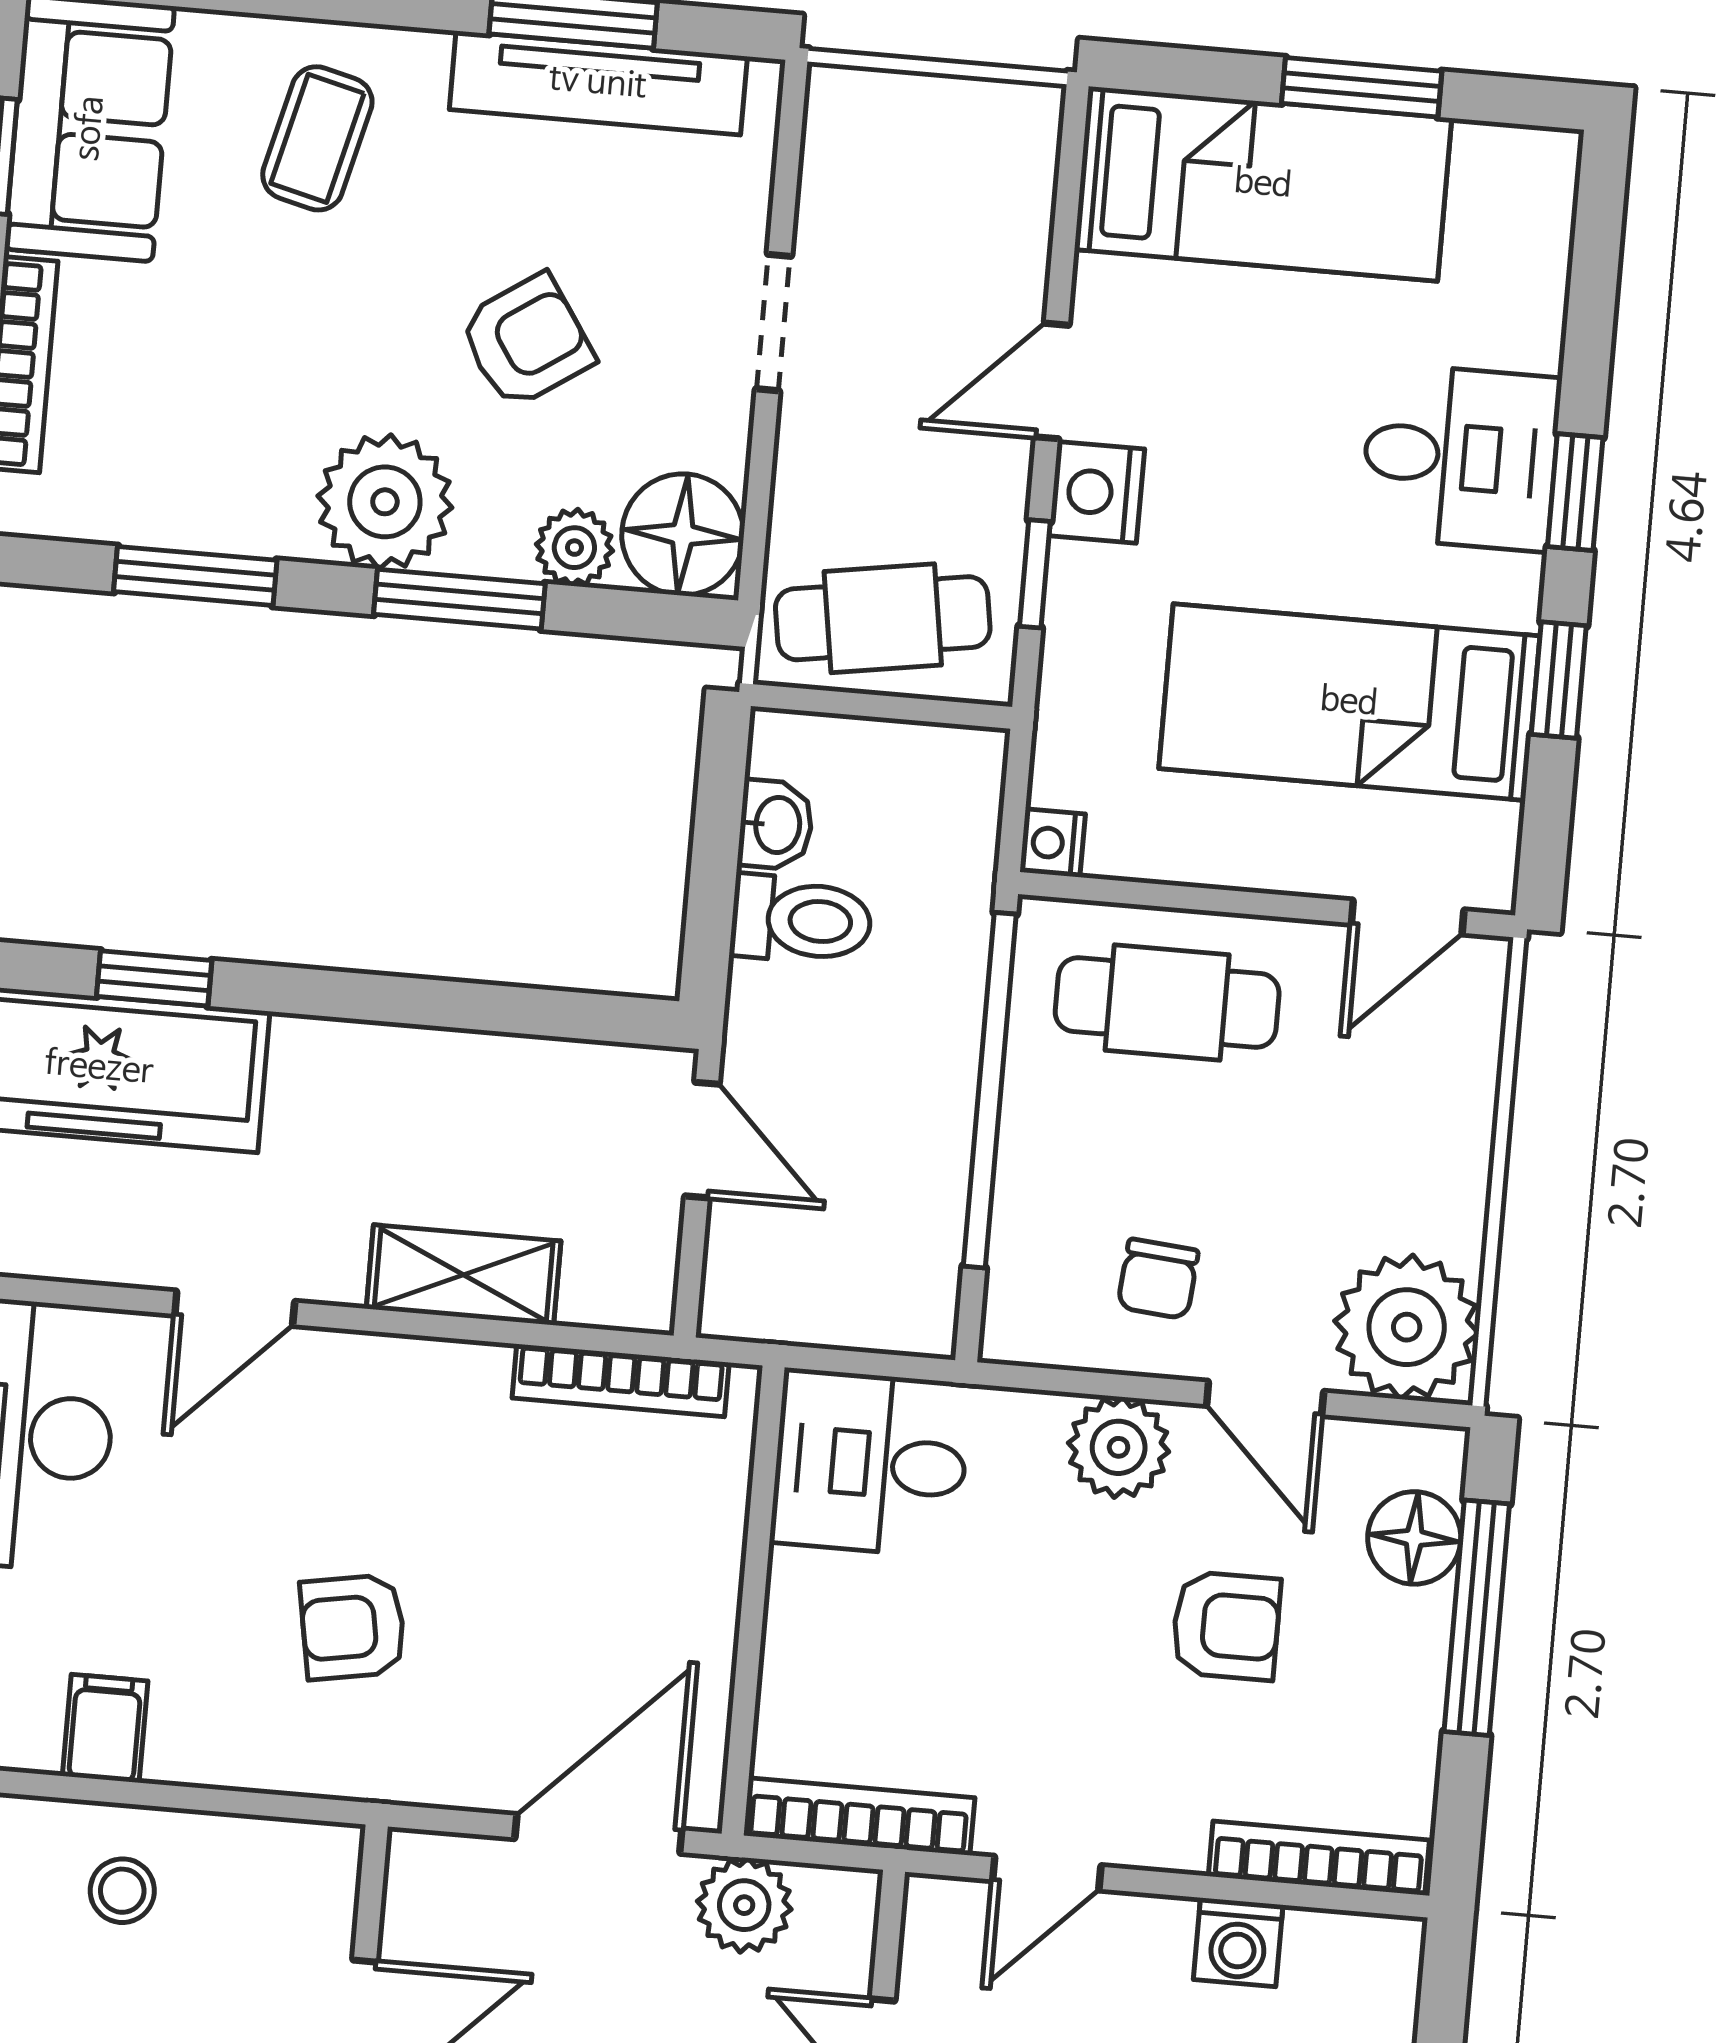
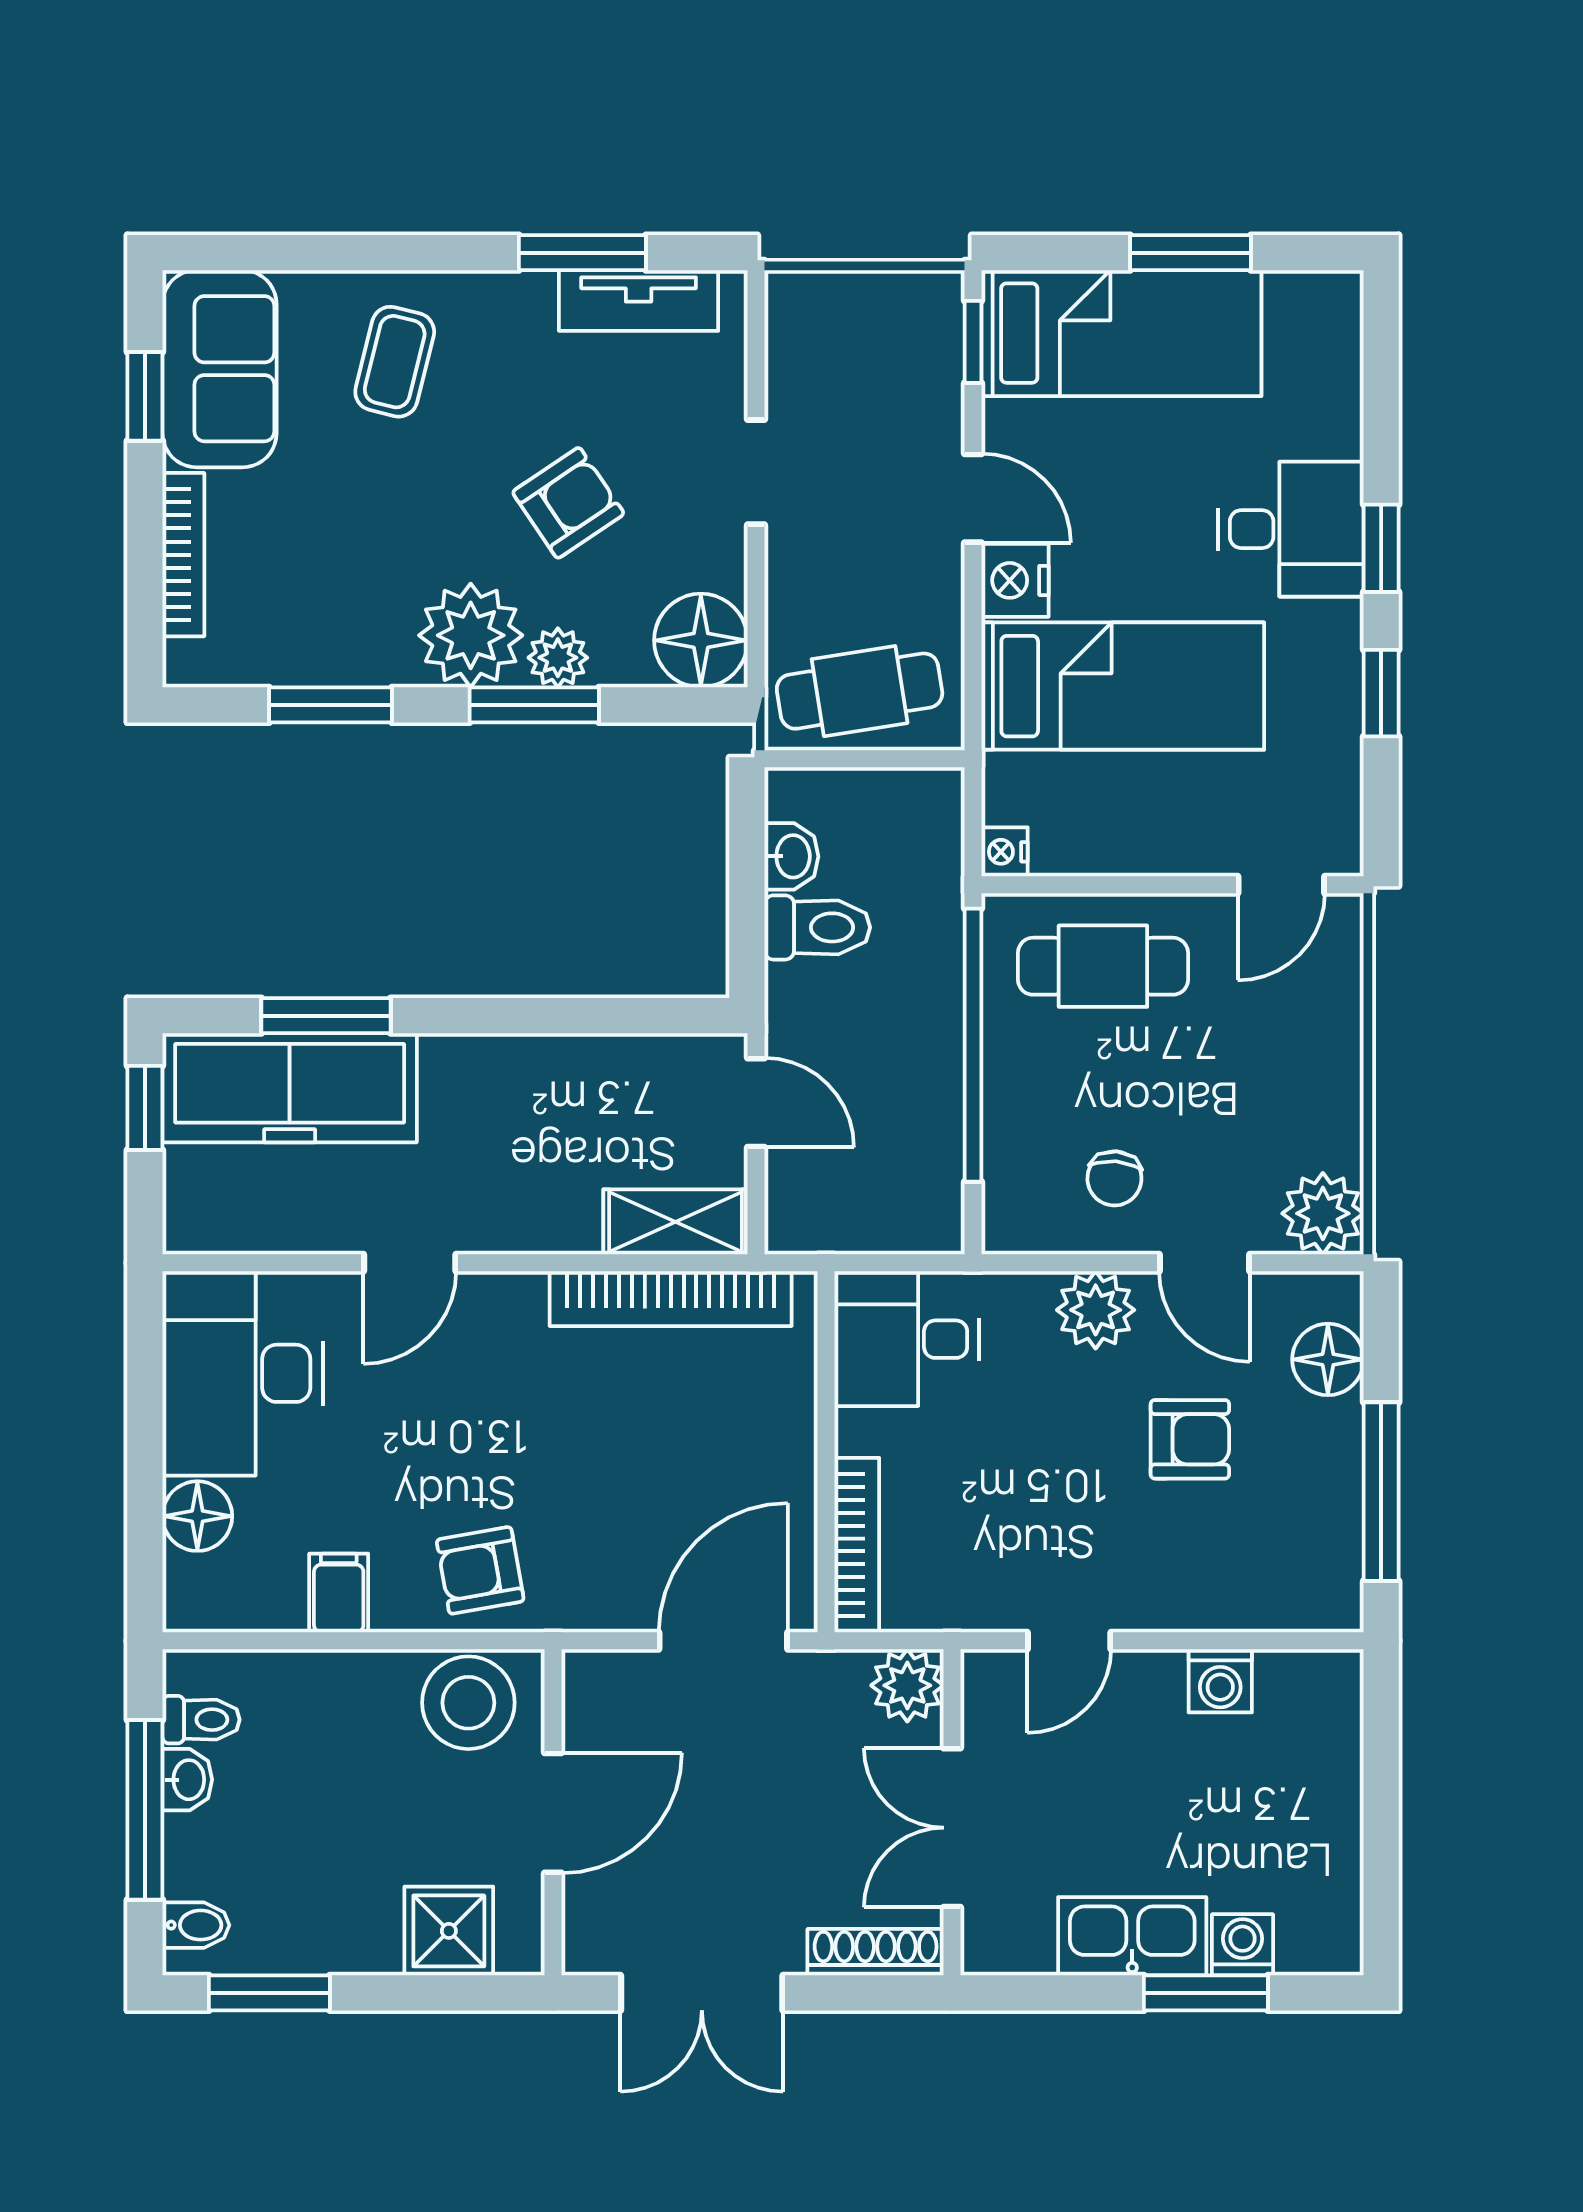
tv unit: (598, 83) -> (639, 300), width x0.71
door: (1052, 381) -> (973, 498), swing flipped
plant: (574, 548) -> (558, 658), moved
window: (1035, 574) -> (973, 342), moved
bed: (1349, 702) -> (1123, 686), moved, turned 180
window: (154, 978) -> (326, 1016), width x1.50
shelving: (464, 1275) -> (675, 1222), moved
plant: (1407, 1327) -> (1323, 1213), width x0.73, depth x0.73
bookcase: (621, 1380) -> (671, 1299), width x1.48, depth x1.31
window: (1477, 1618) -> (1381, 1492), moved
armchair: (353, 1627) -> (480, 1570), moved
bookcase: (859, 1817) -> (857, 1545), moved, turned 90
bookcase: (1319, 1858) -> (1276, 1611), removed
stool: (122, 1891) -> (468, 1703), moved, width x1.89, depth x1.89
plant: (744, 1905) -> (907, 1685), moved

